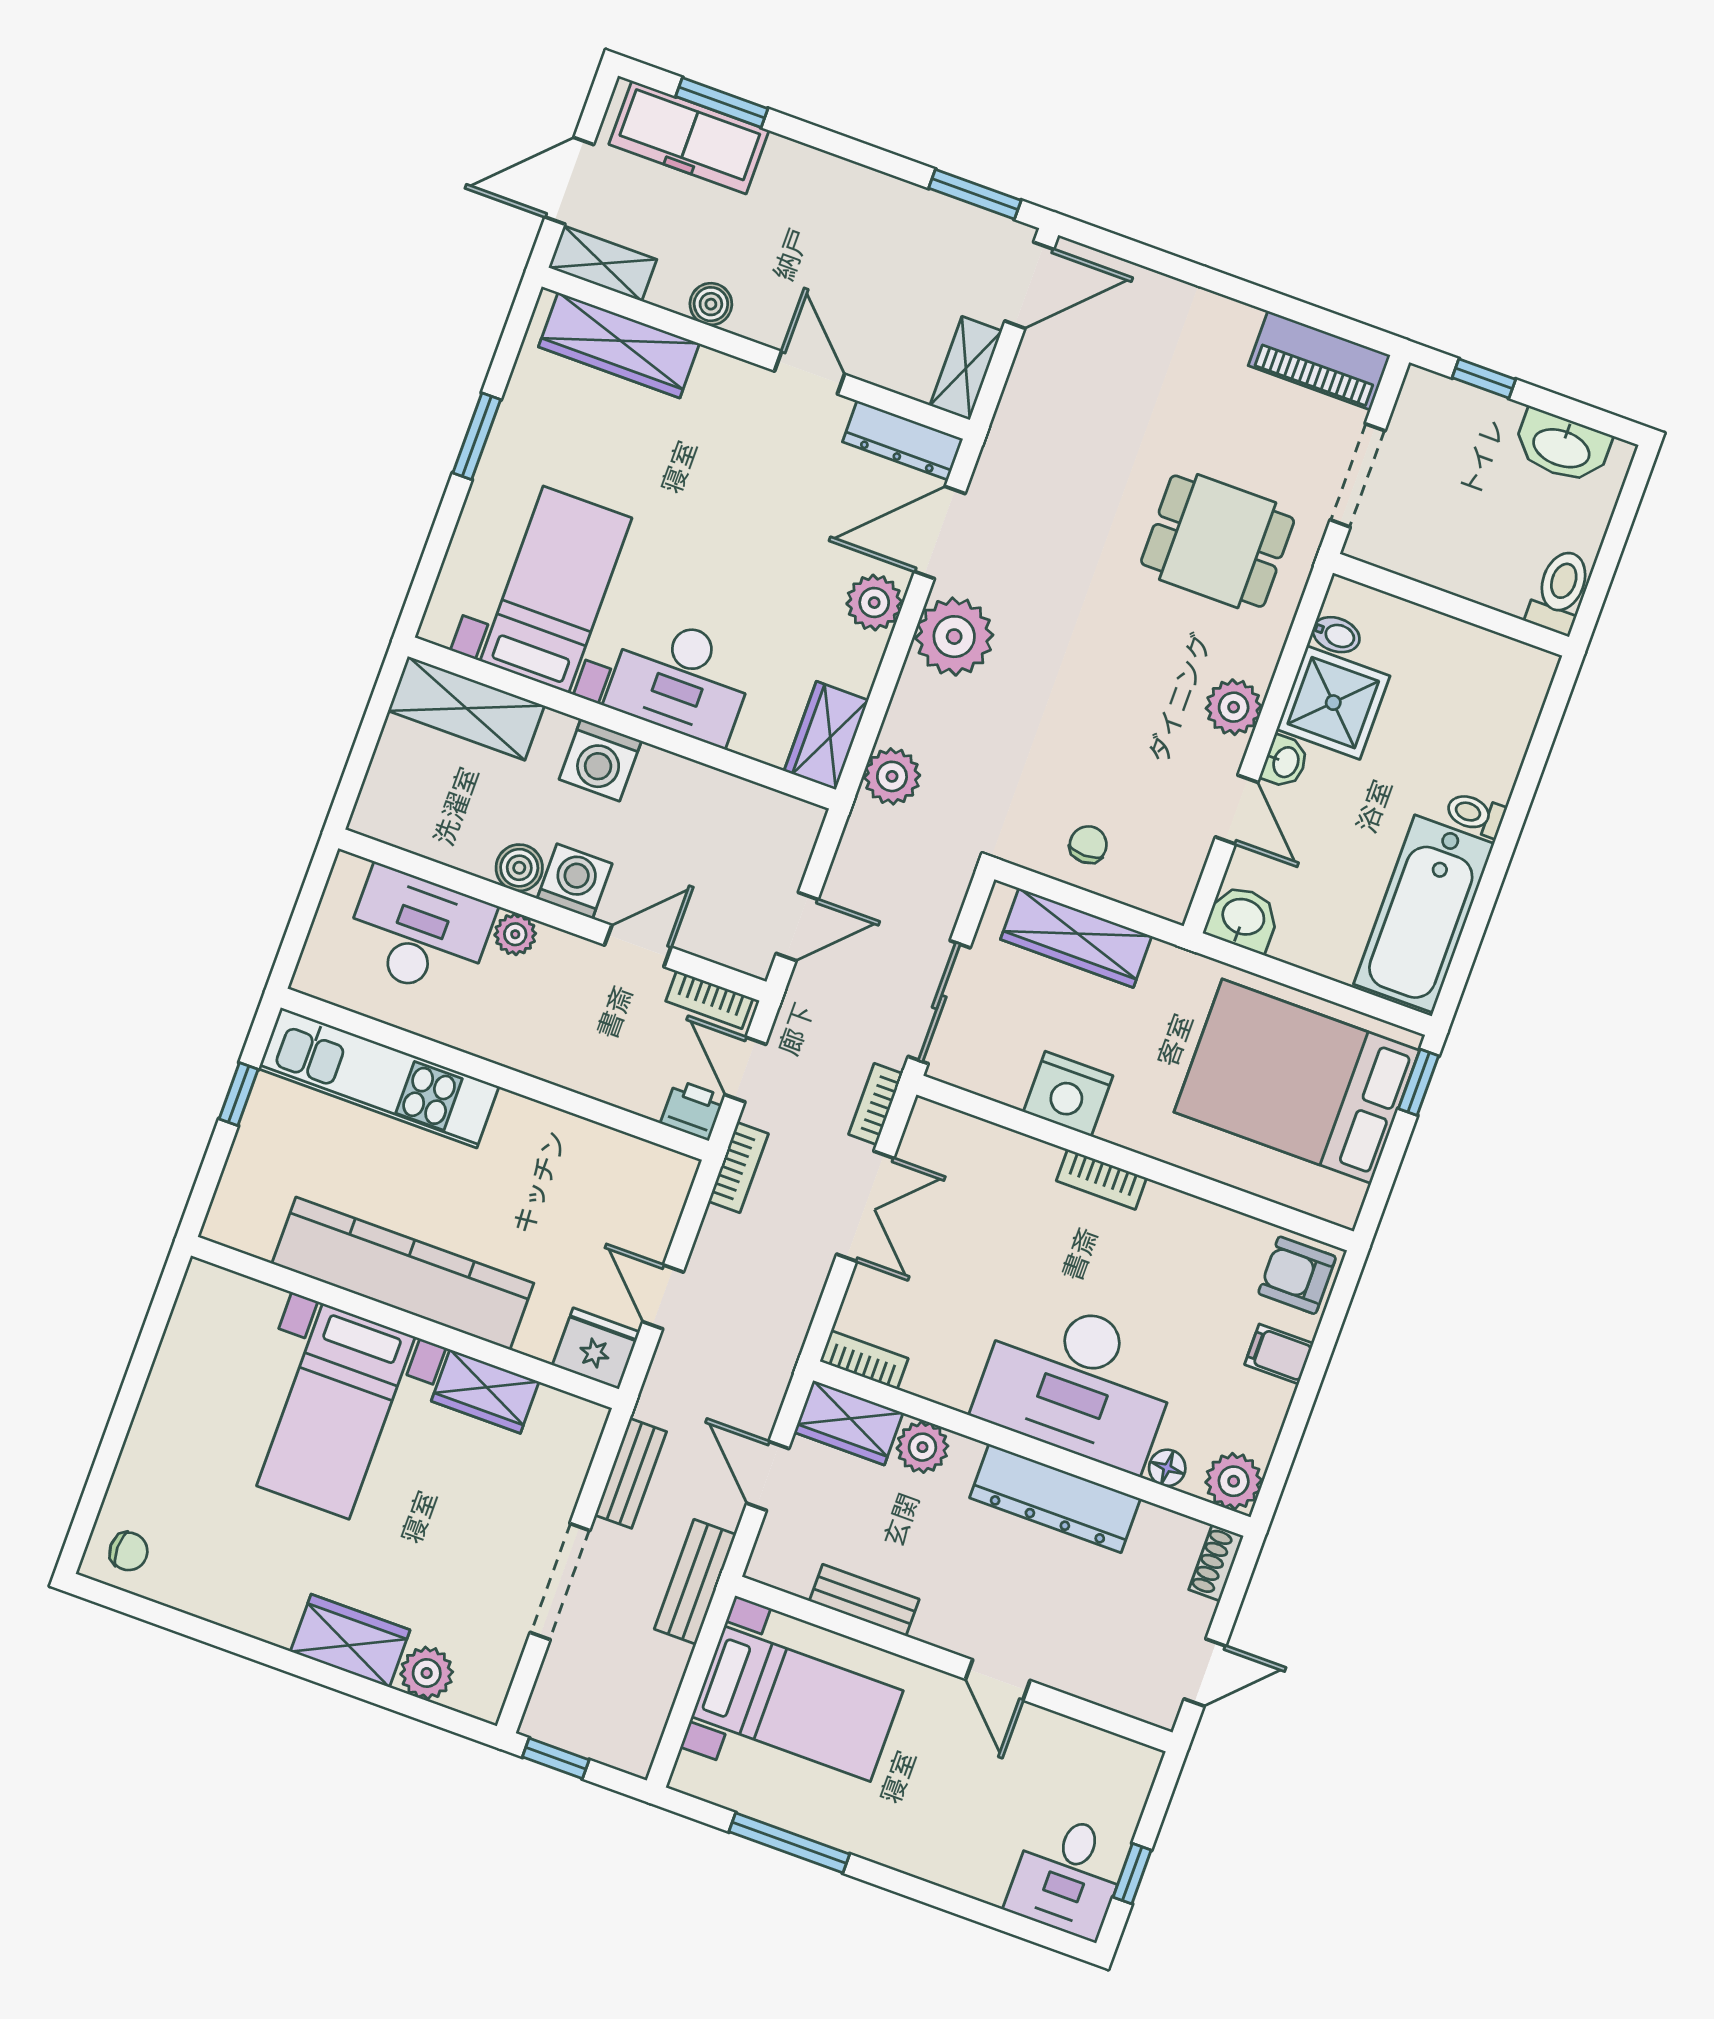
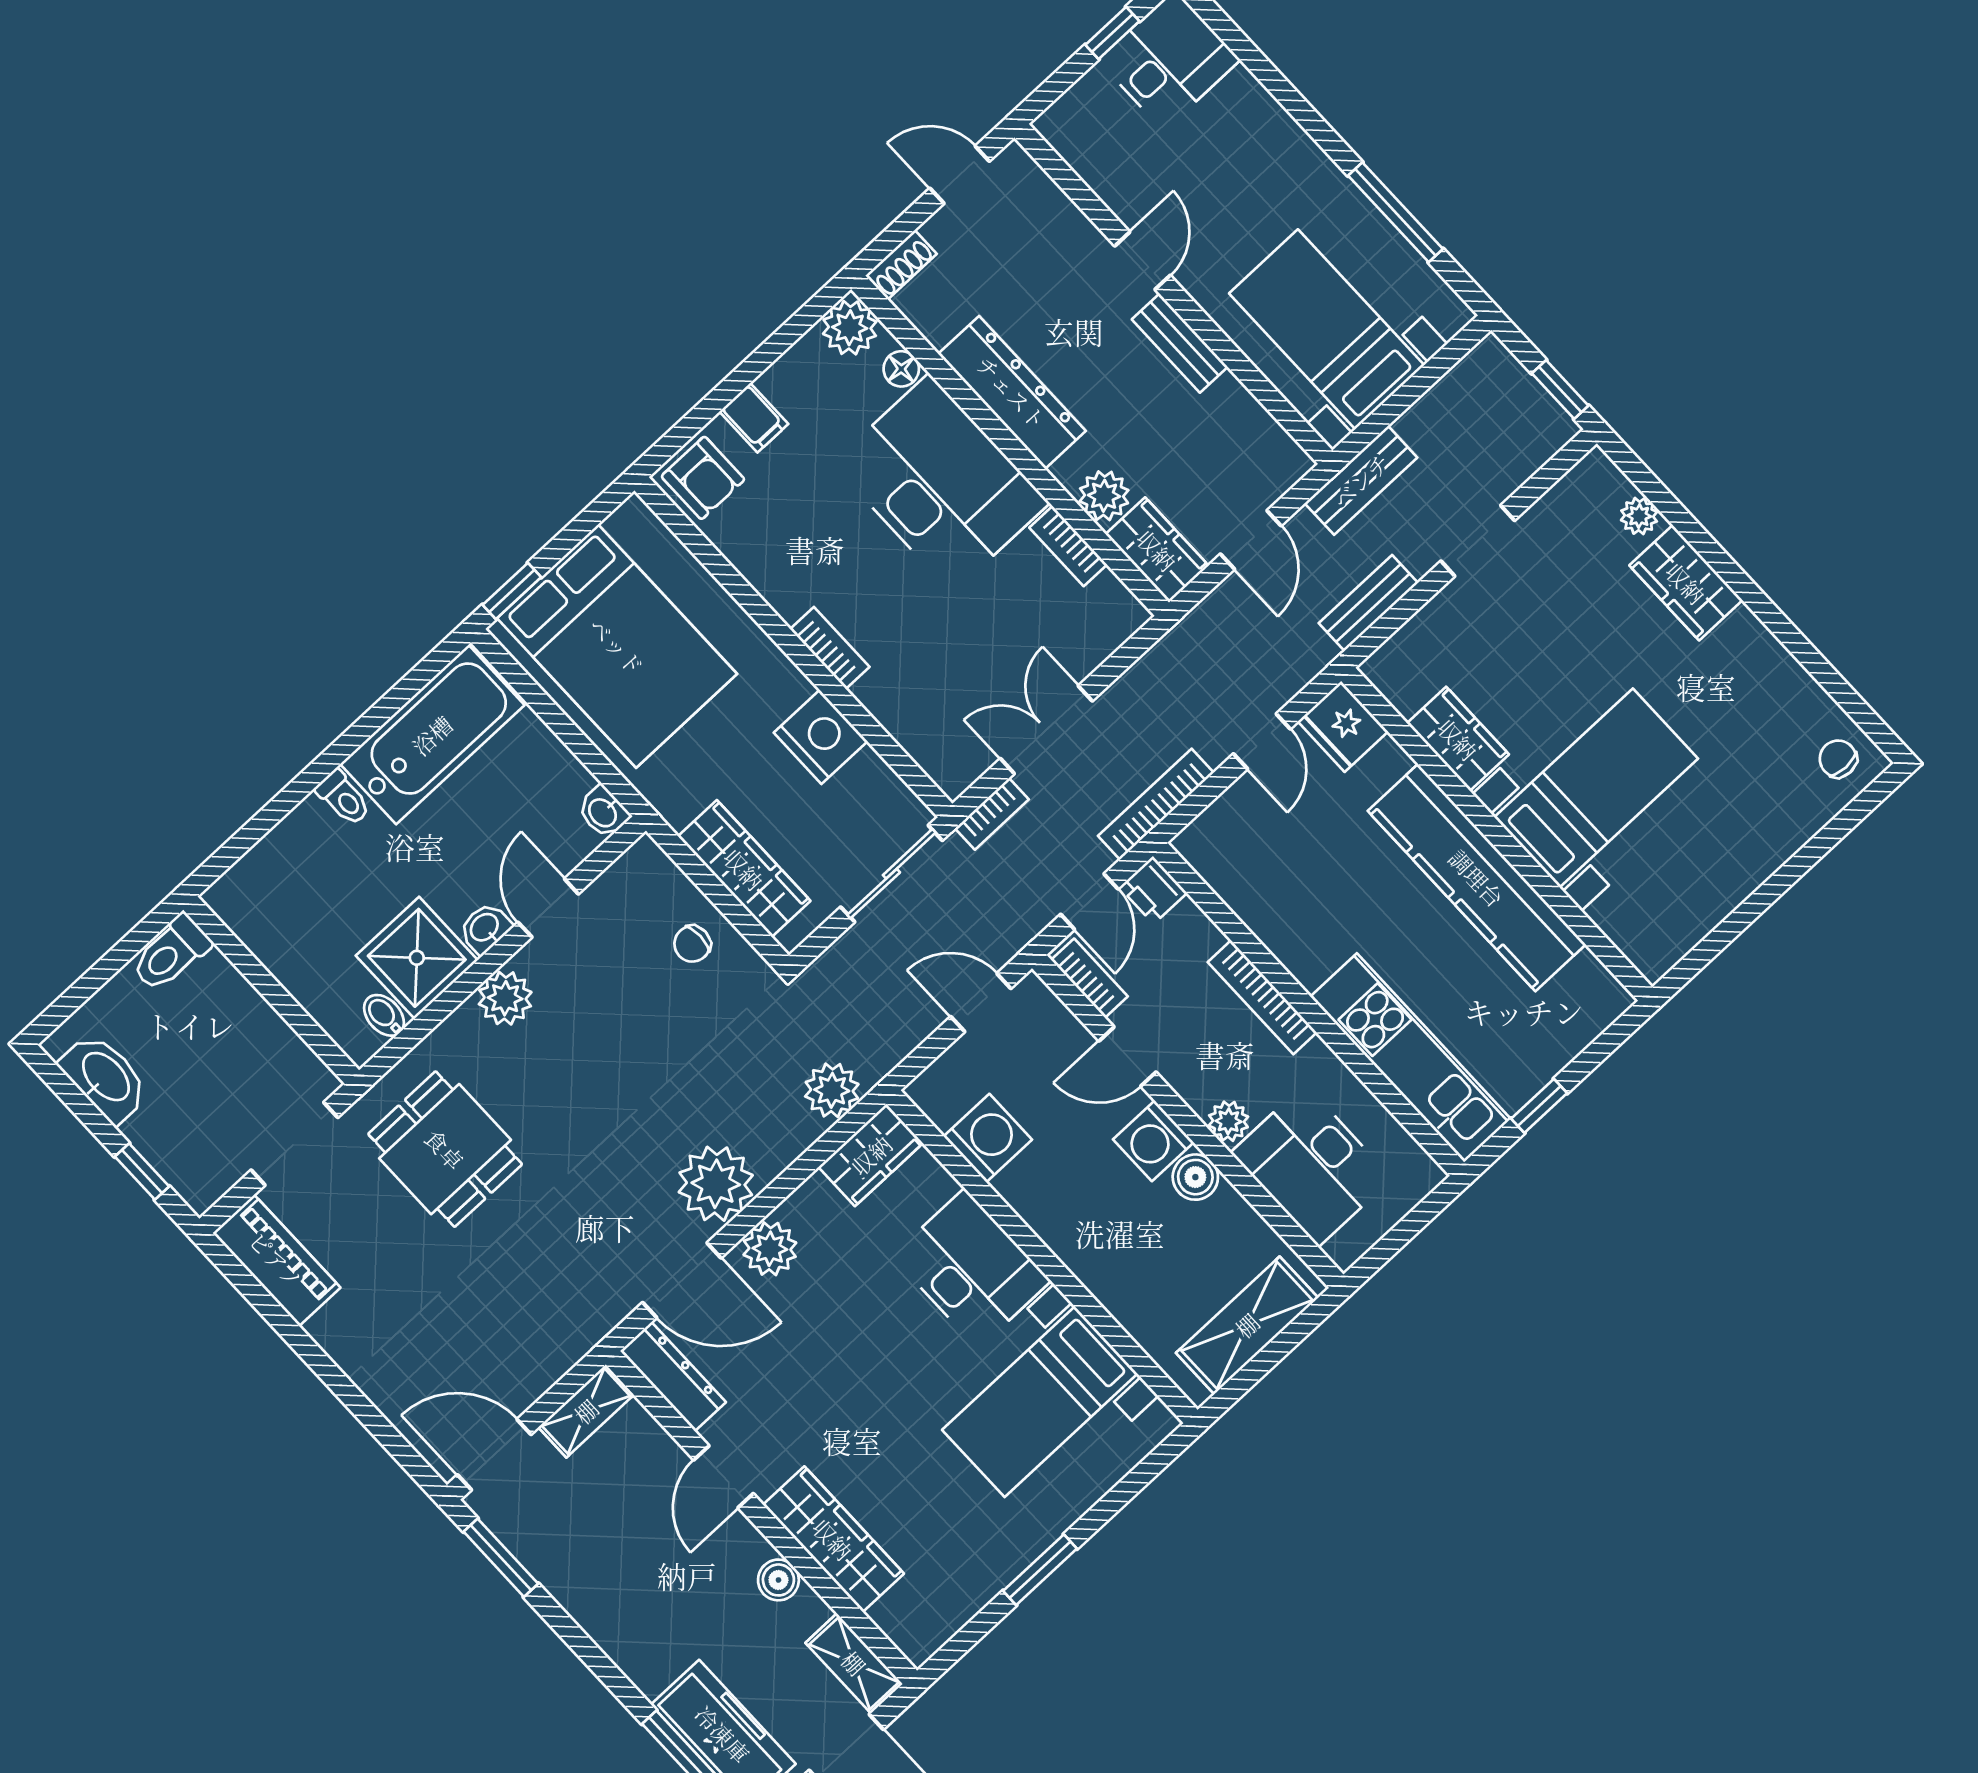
wardrobe: (619, 345) -> (833, 1539), moved
shelving: (466, 708) -> (1247, 1325), moved, turned 90
washing machine: (600, 760) -> (988, 1138), moved
washbasin: (1243, 918) -> (603, 812), width x0.72, depth x0.69
bookcase: (543, 1063) -> (1262, 997), added
bookcase: (738, 1168) -> (1156, 804), width x1.56
bookcase: (864, 1360) -> (1068, 546), moved
doorway: (560, 1581) -> (1478, 541), width x0.73
bench: (864, 1600) -> (1180, 343), moved
plant: (427, 1673) -> (1639, 516), width x0.73, depth x0.73

